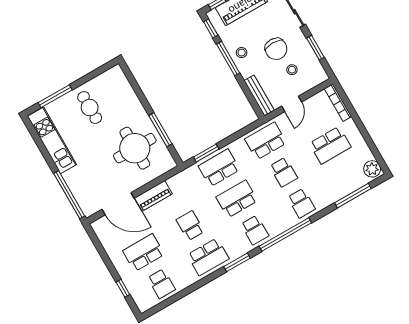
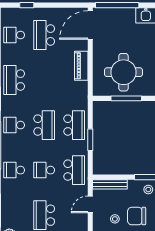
door: (292, 104) -> (90, 204), hinge flipped
window: (206, 153) -> (90, 140), moved
door: (118, 204) -> (90, 25), moved
school desk: (190, 226) -> (44, 80), removed
school desk: (144, 253) -> (44, 35), turned 180

